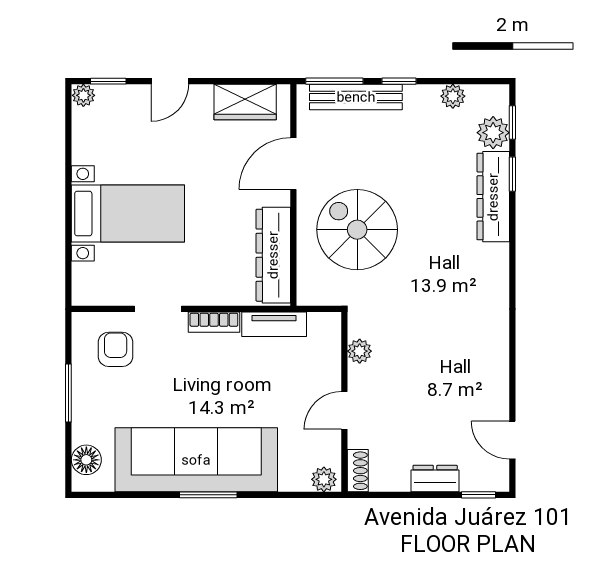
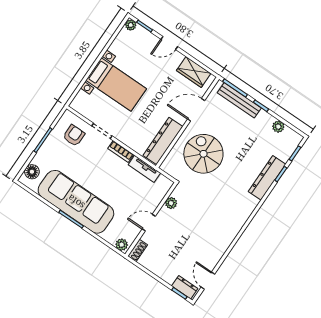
plant: (493, 133) -> (284, 152), removed
dresser: (435, 479) -> (185, 287), moved

